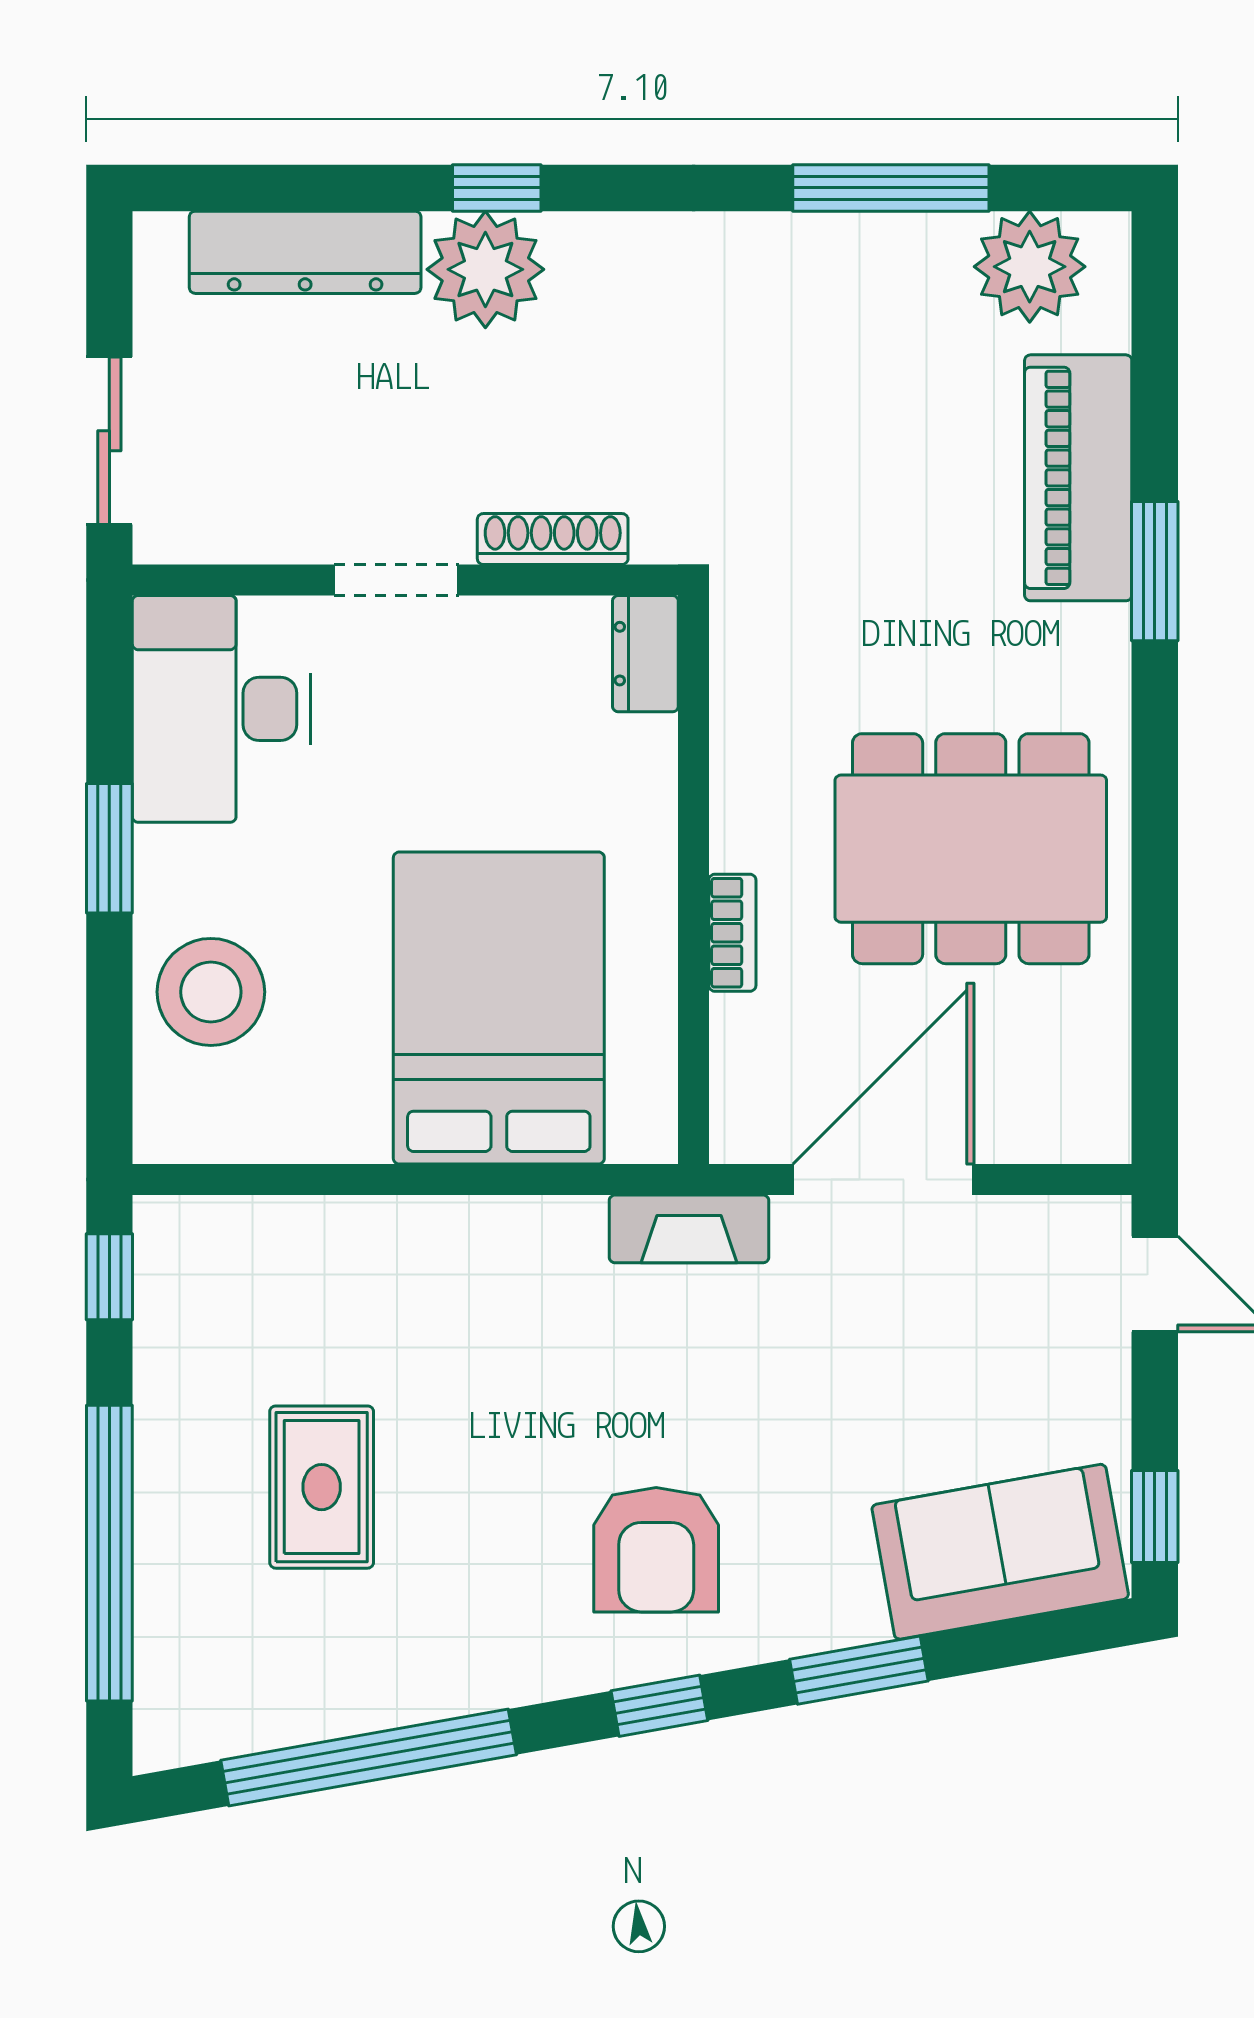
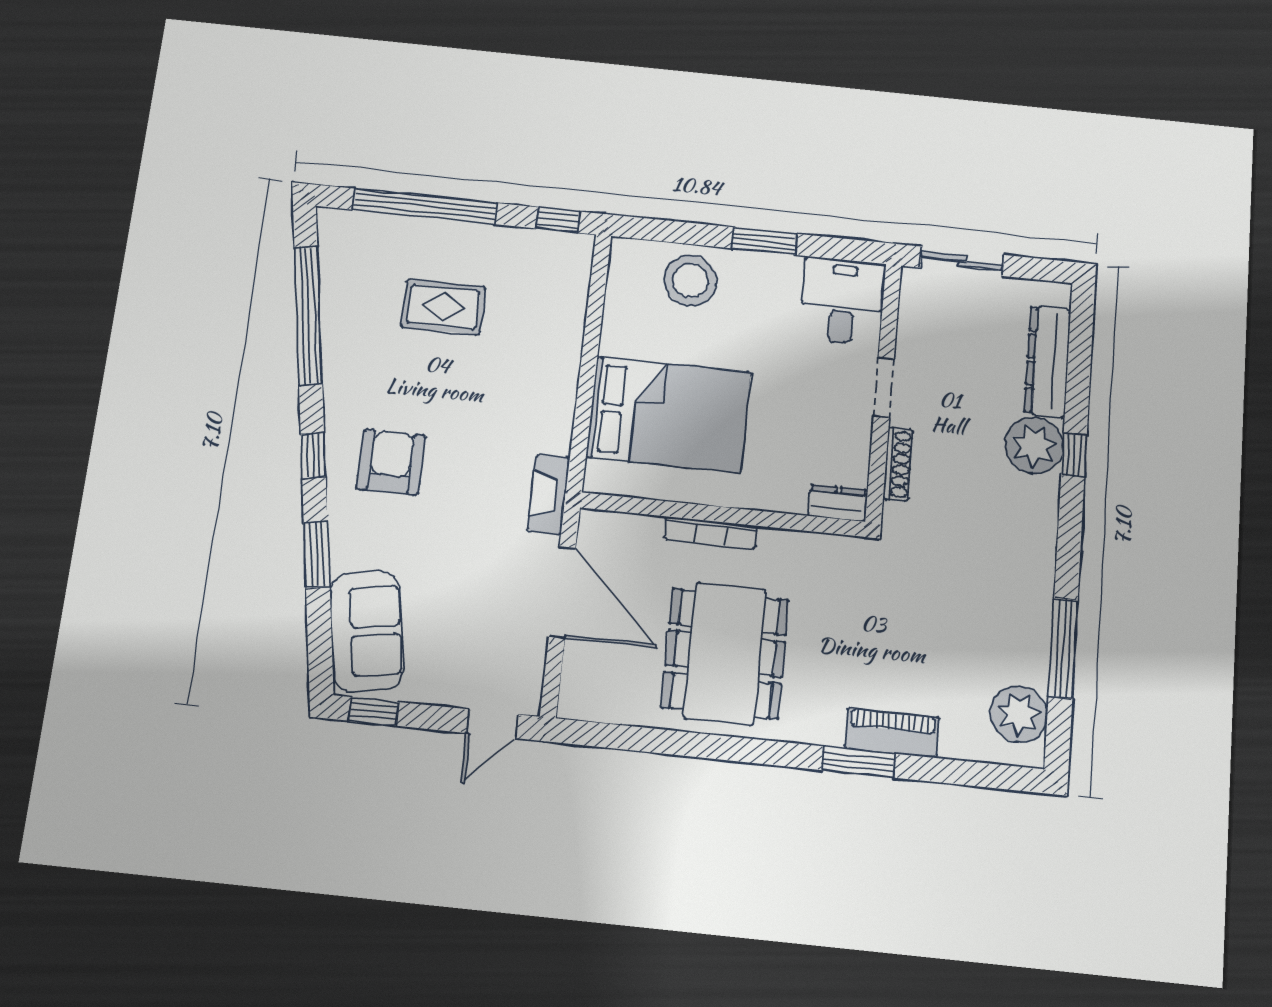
piano: (1078, 478) -> (892, 733), width x0.73, depth x0.75
desk: (222, 709) -> (843, 301), width x0.73
bookcase: (732, 933) -> (711, 533), width x1.56
armchair: (656, 1550) -> (391, 462), turned 90

